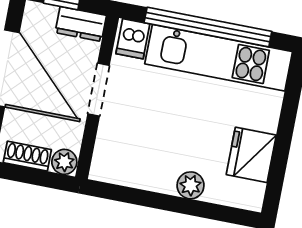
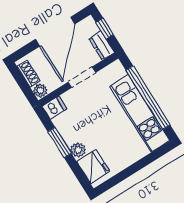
dishwasher: (133, 39) -> (54, 108), moved, turned 180
fridge: (251, 155) -> (93, 166), moved, turned 90
window: (158, 201) -> (60, 142), added

